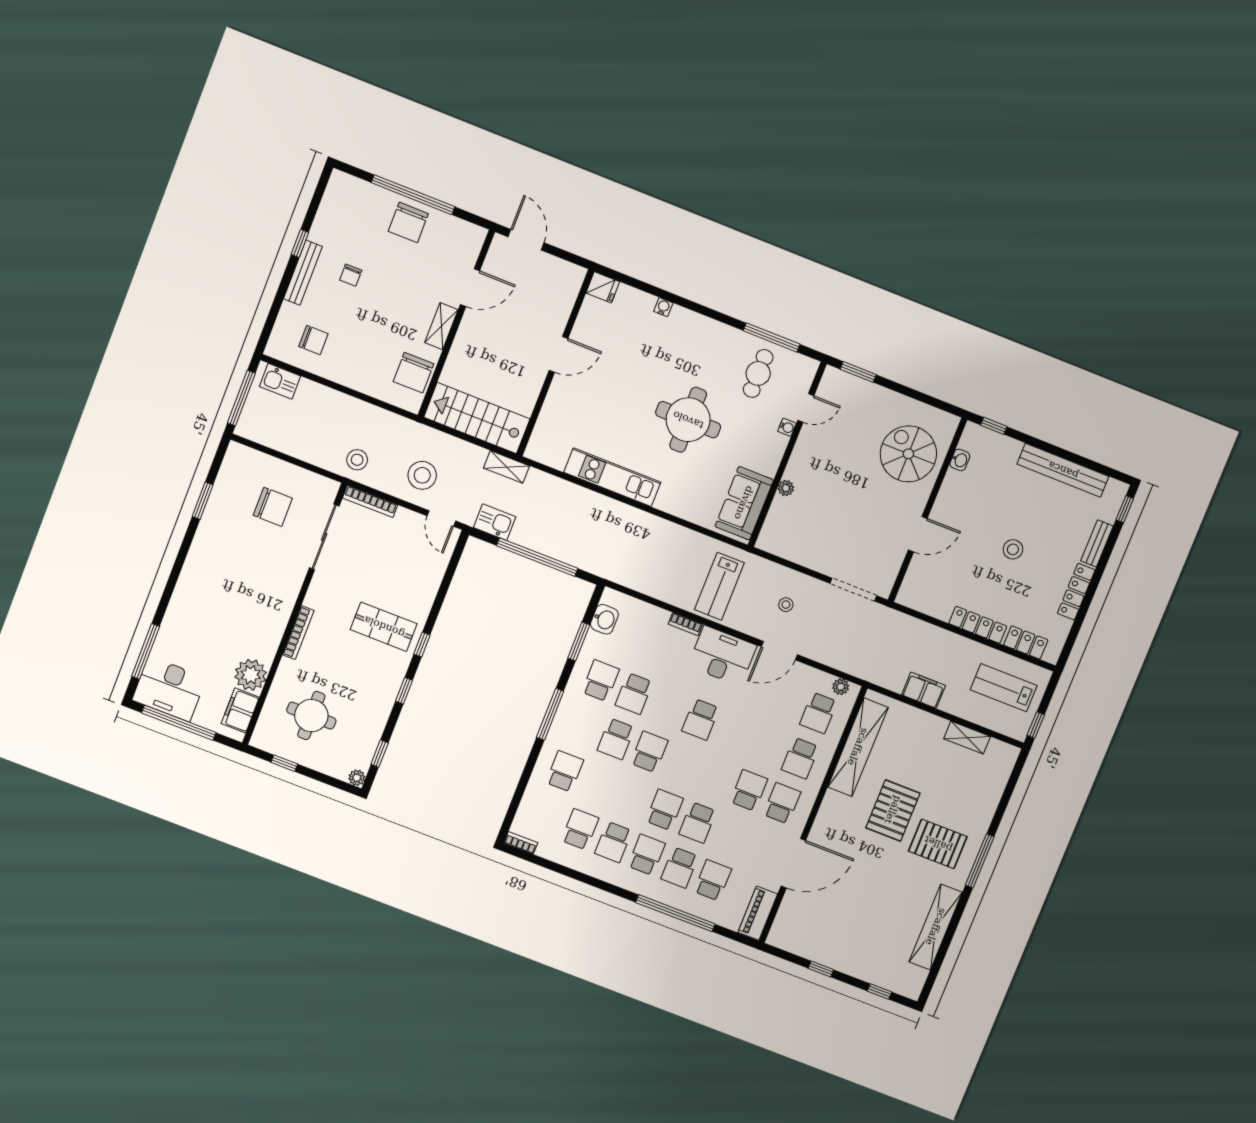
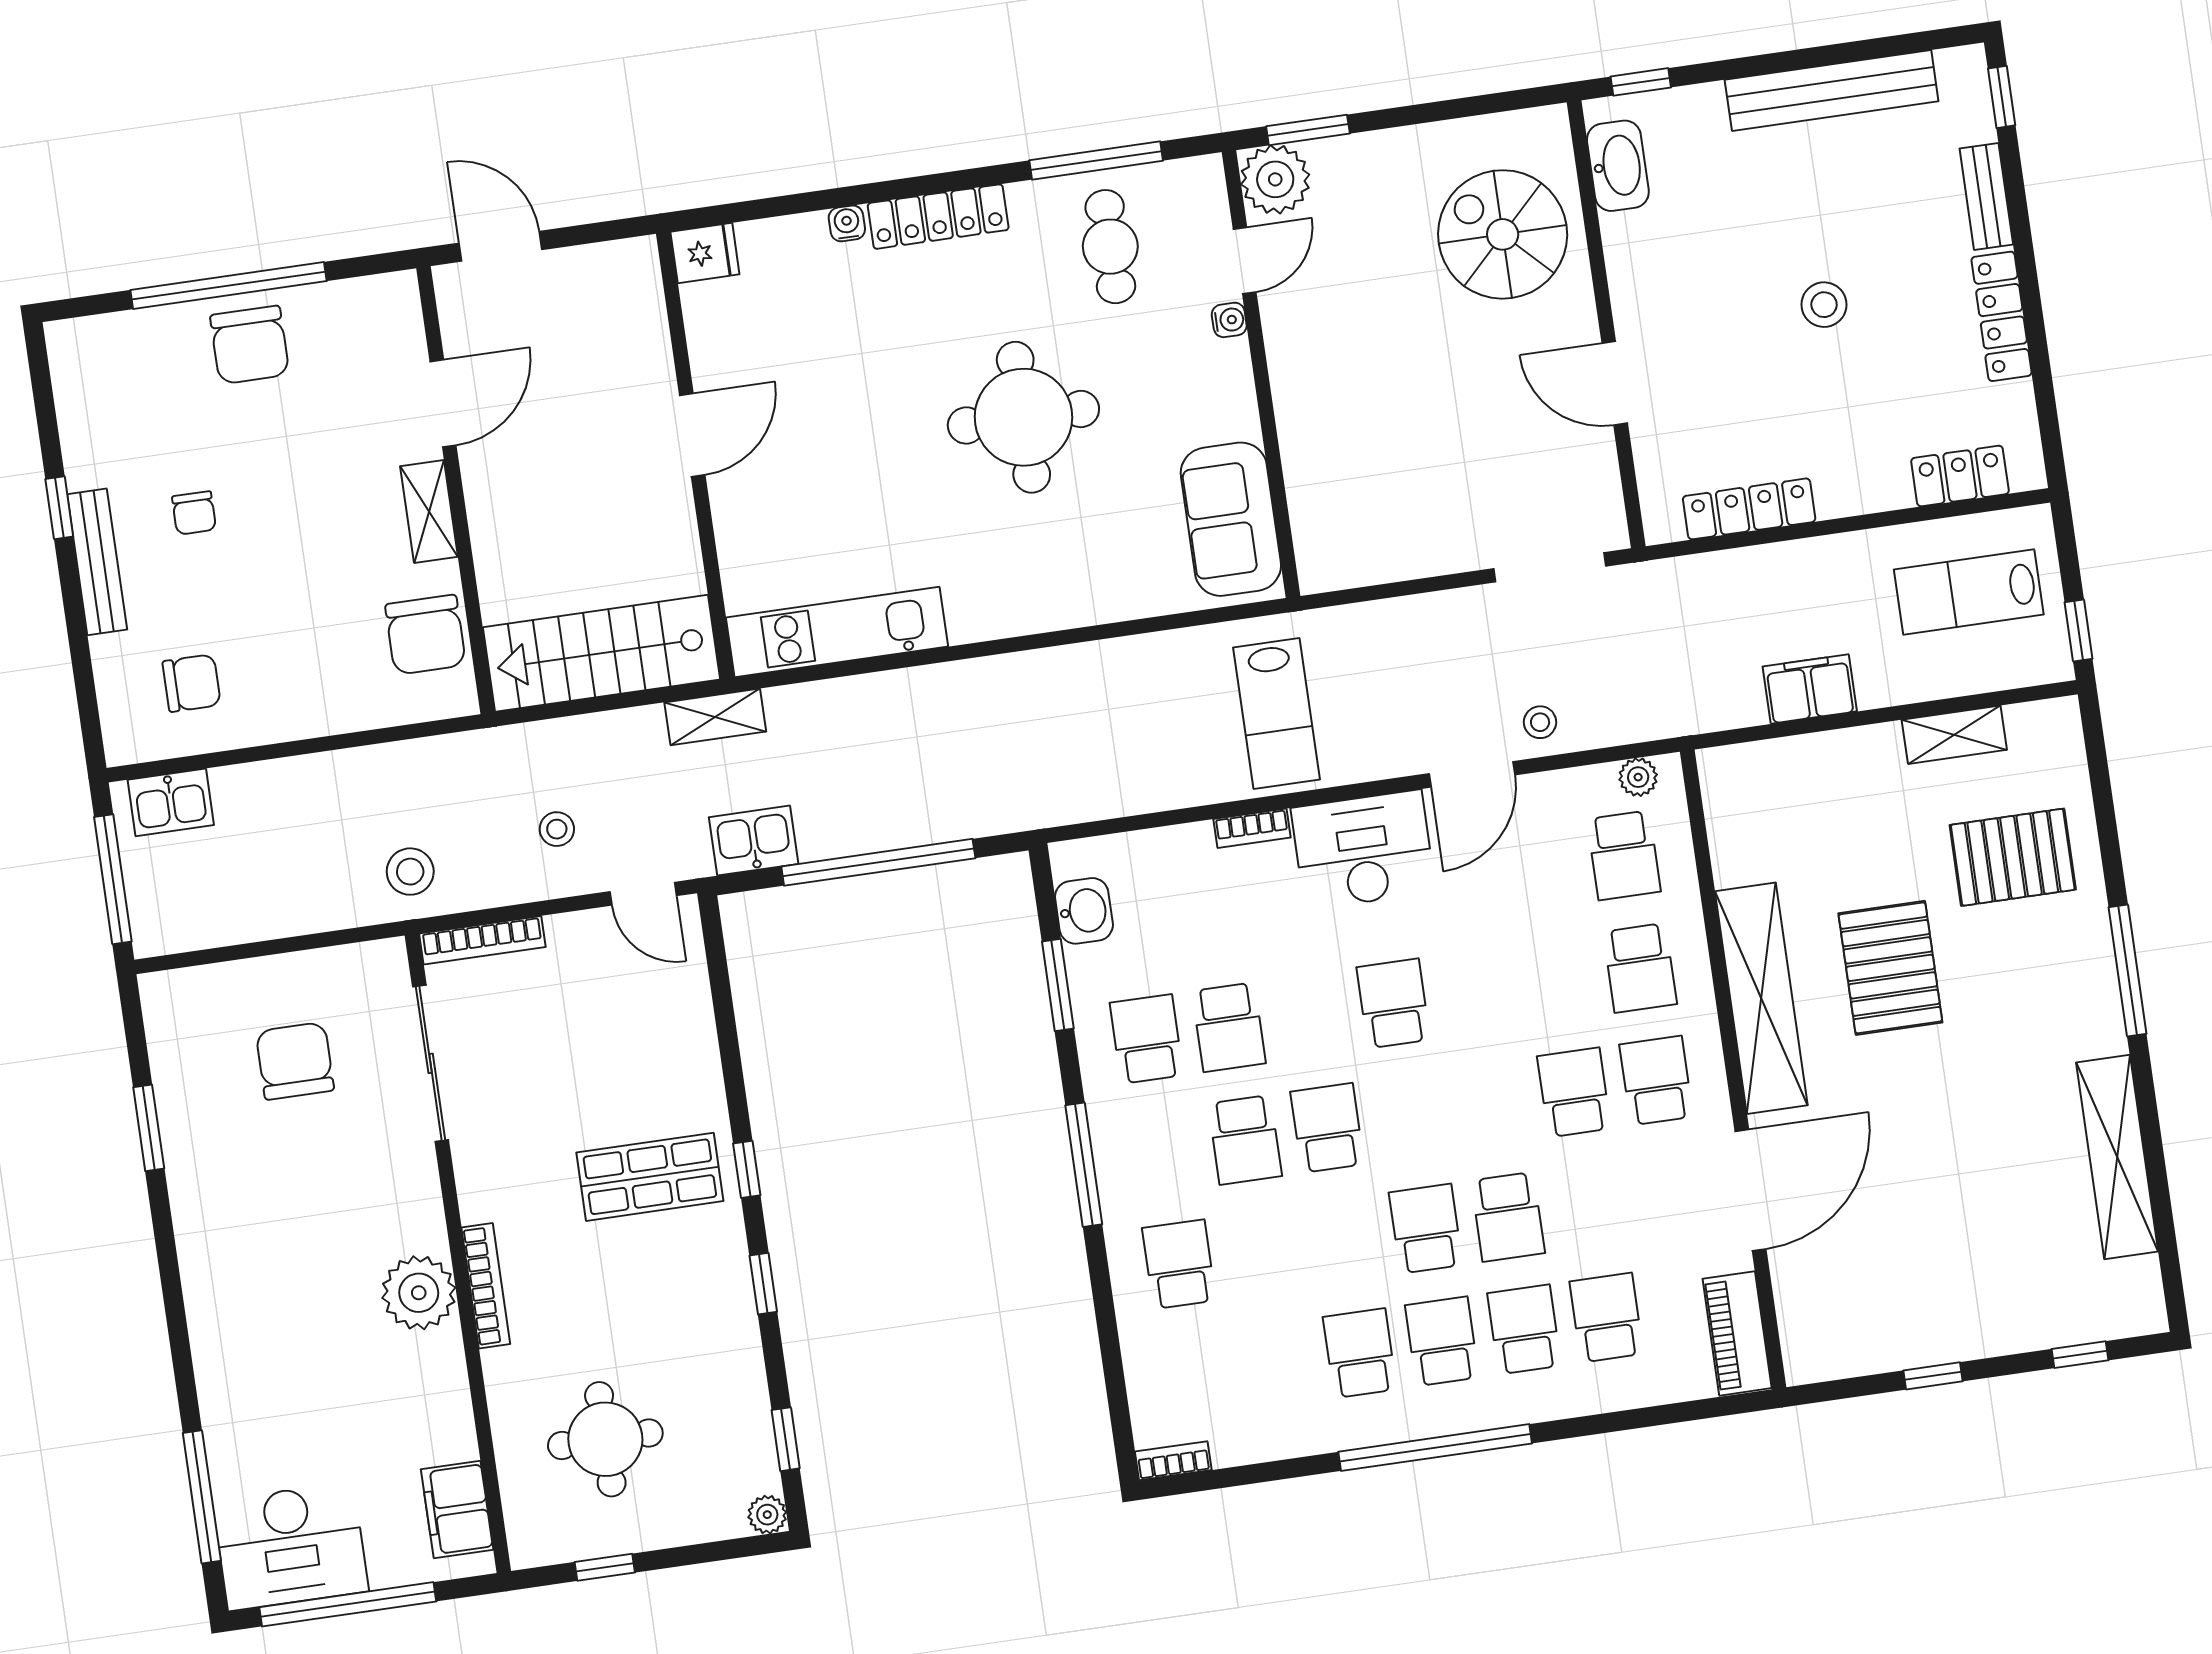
locker: (699, 324) -> (938, 217), added
washbasin: (960, 460) -> (1618, 166), width x1.91, depth x1.45
stool: (422, 475) -> (557, 829), width x0.53, depth x0.53
kitchen unit: (612, 477) -> (837, 632), moved
plant: (786, 488) -> (1275, 179), moved, width x1.88, depth x1.88
chair: (273, 507) -> (295, 1061), turned -90
door: (918, 534) -> (1615, 383), swing flipped
stool: (786, 605) -> (1540, 722), moved
locker: (978, 625) -> (1749, 509), moved
plant: (251, 675) -> (419, 1293), moved
school desk: (701, 719) -> (1393, 1003), turned 180
shelving: (858, 747) -> (1761, 998), moved
school desk: (580, 829) -> (1277, 1365), removed
school desk: (613, 842) -> (1360, 1353), turned 180
pallet: (938, 844) -> (2013, 857), moved
school desk: (680, 868) -> (1524, 1329), turned 180
window: (675, 913) -> (1435, 1448), moved

